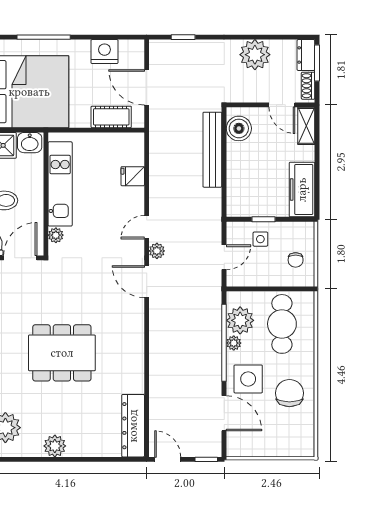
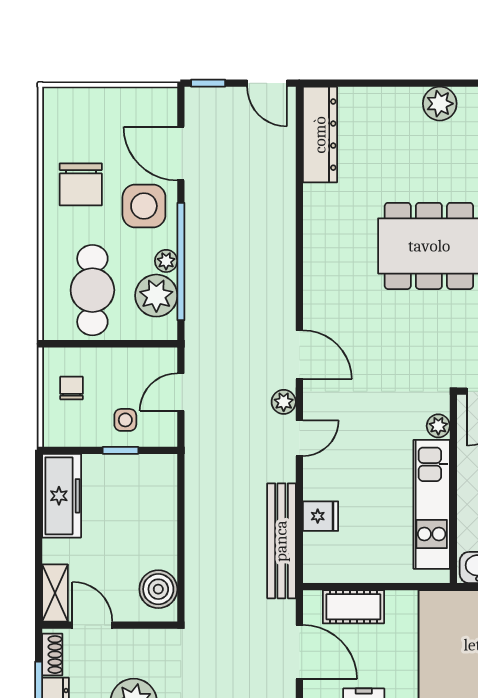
bench: (212, 150) -> (281, 541), moved

